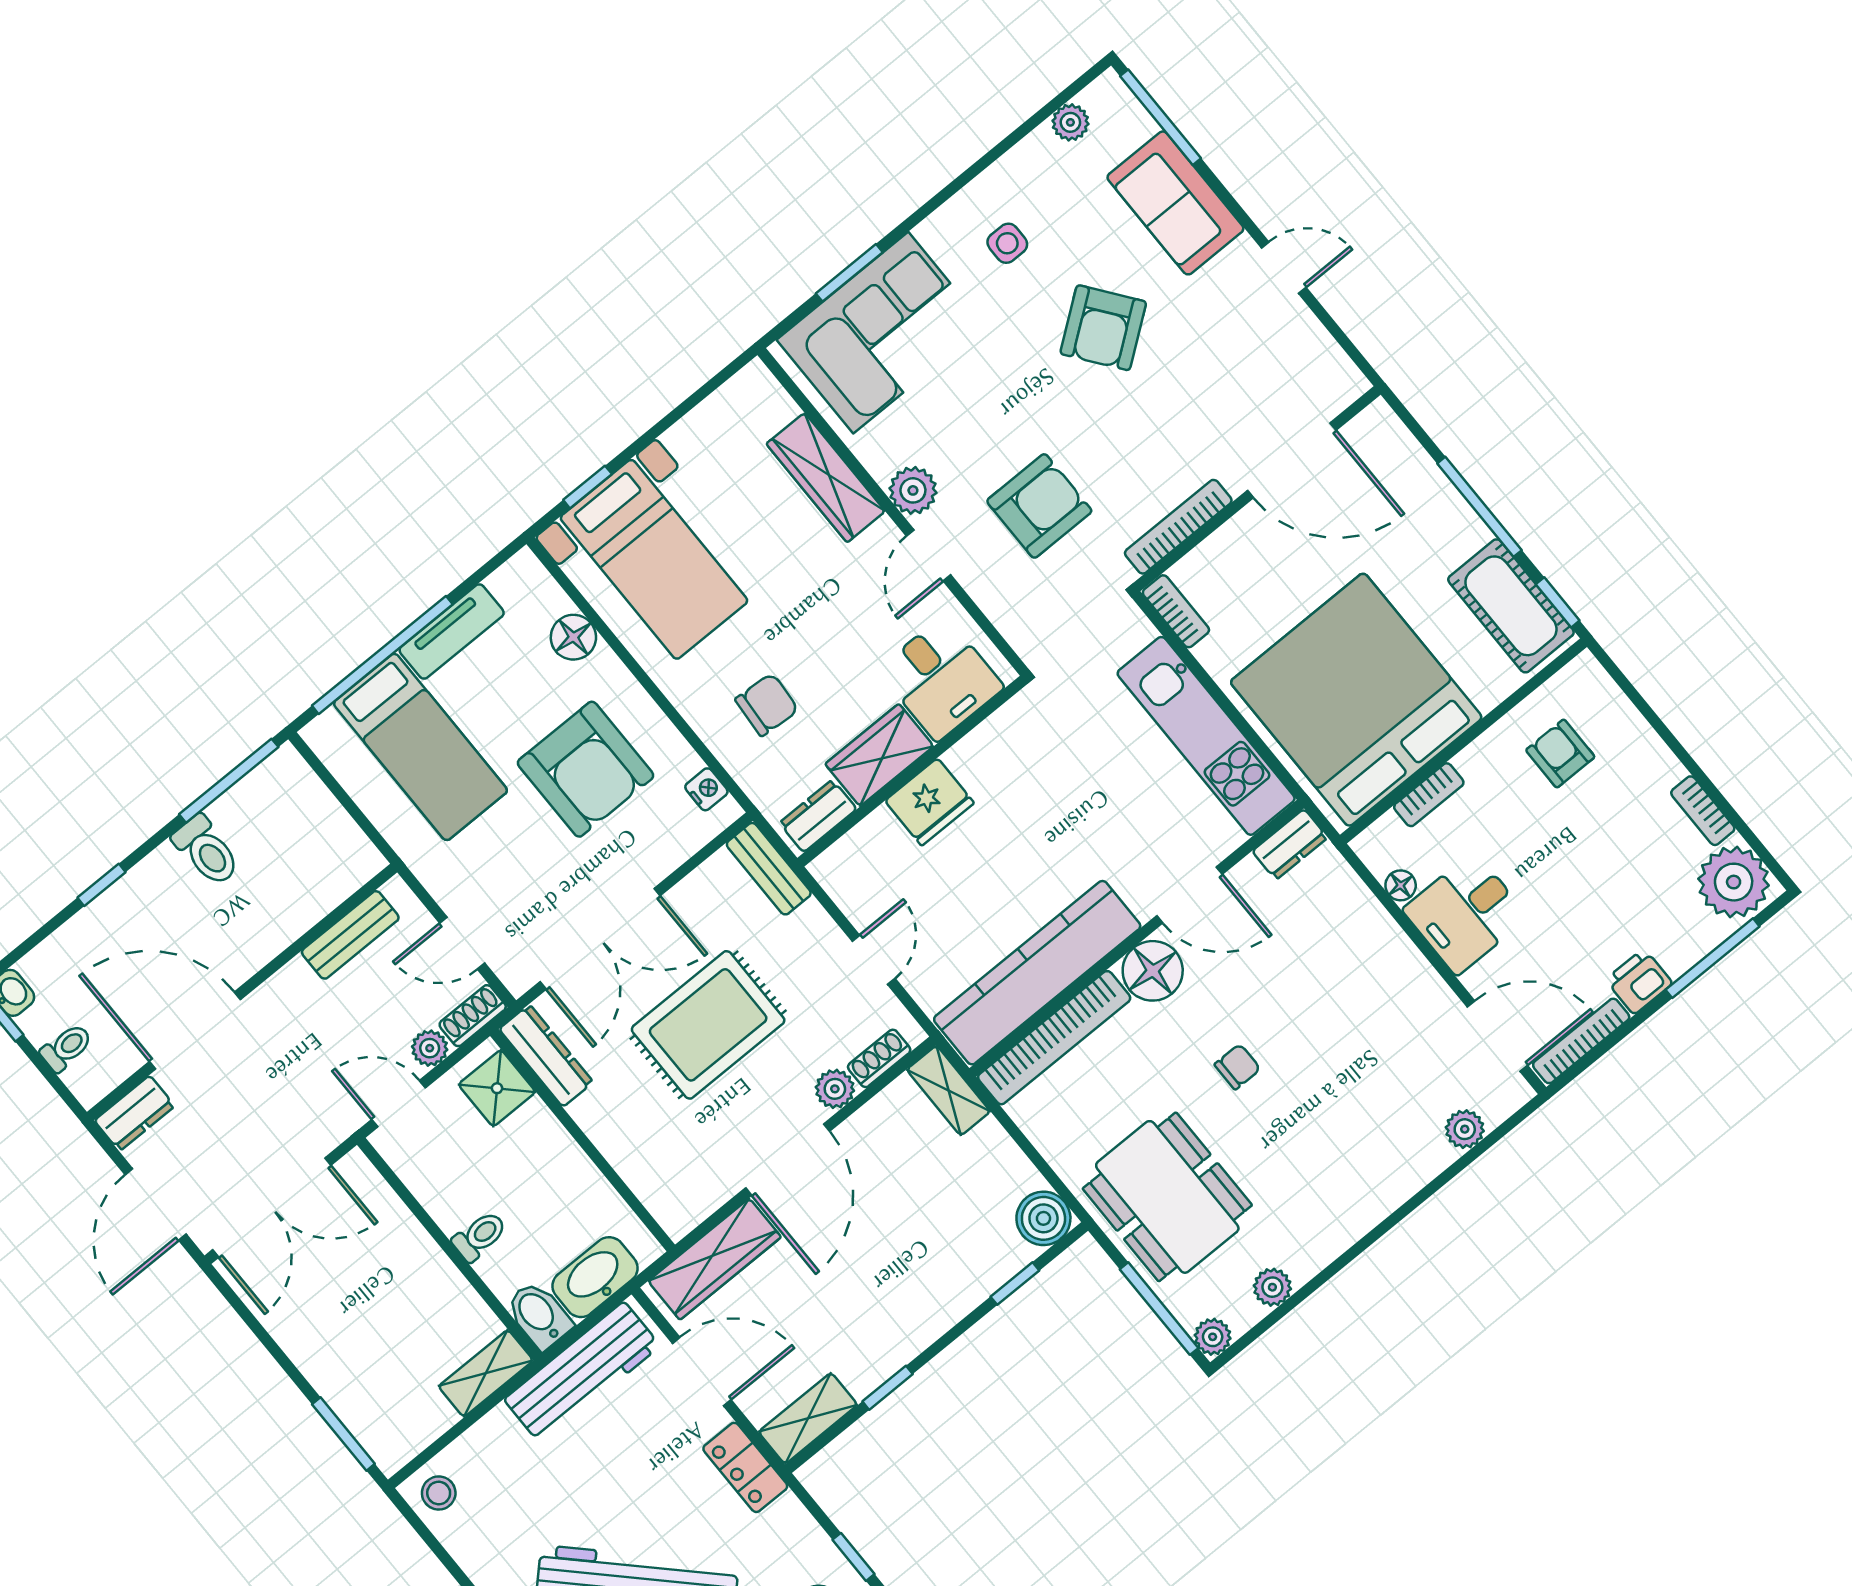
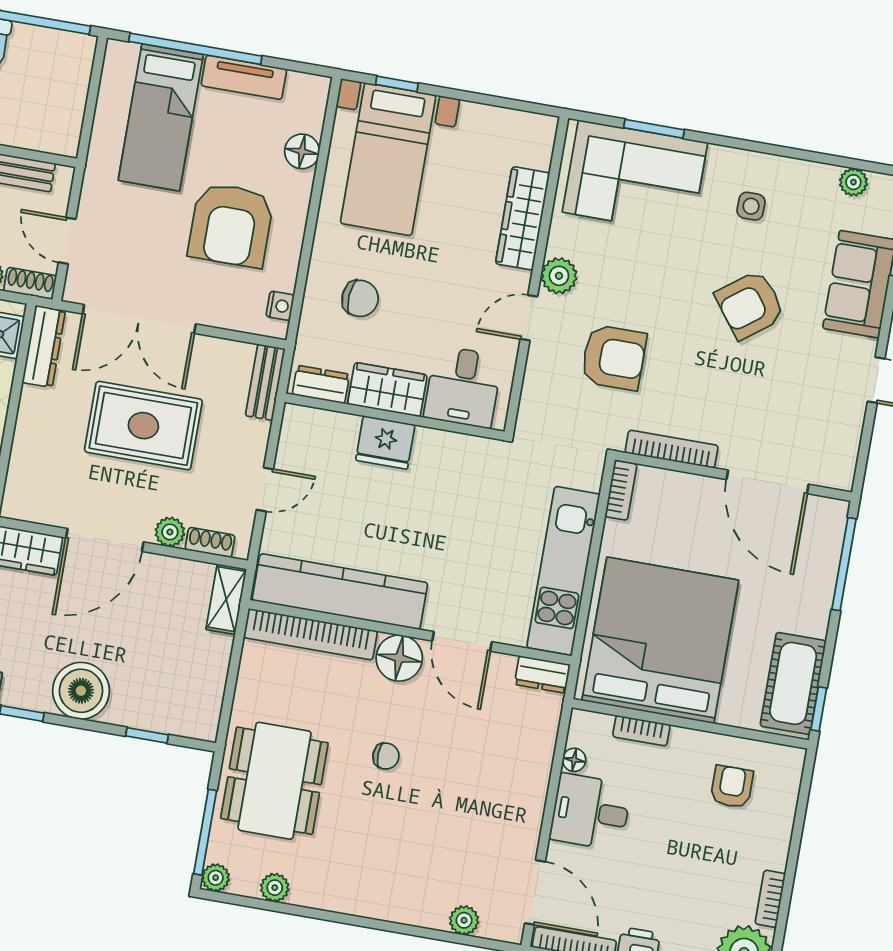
window: (1479, 507) -> (844, 564), moved
boiler: (1043, 1218) -> (81, 691), moved, width x1.37, depth x1.37

